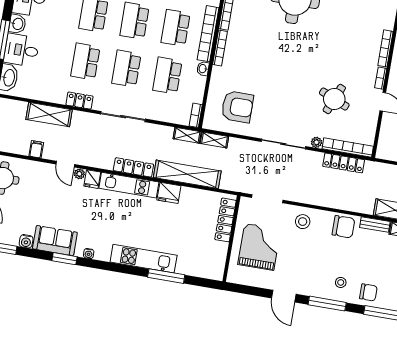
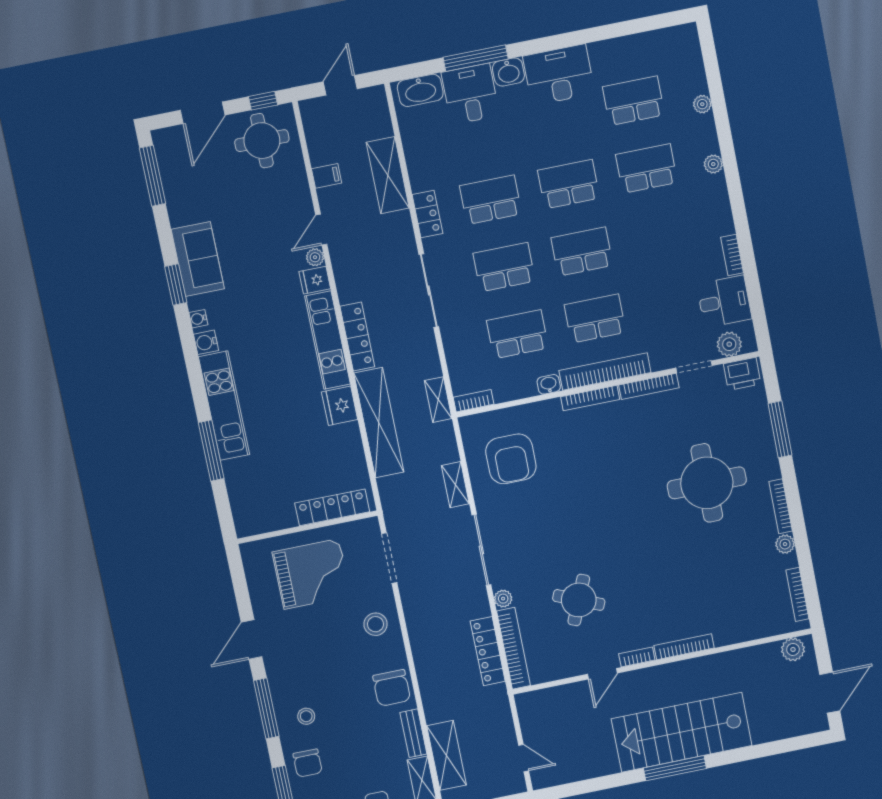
shelving: (214, 140) -> (455, 485), moved
water cooler: (26, 241) -> (206, 342), moved

